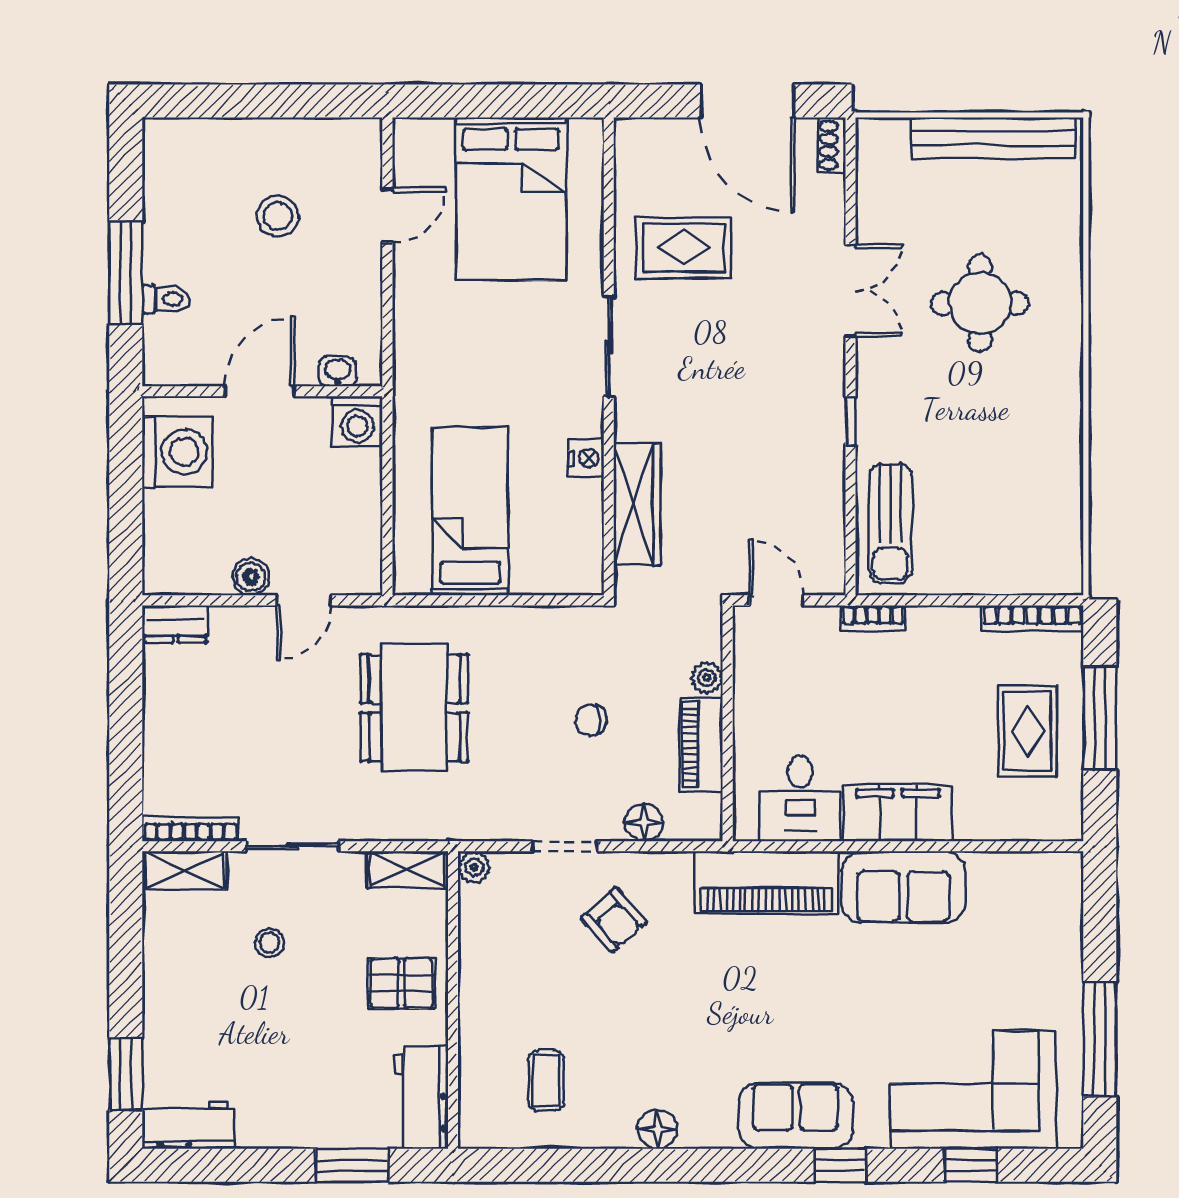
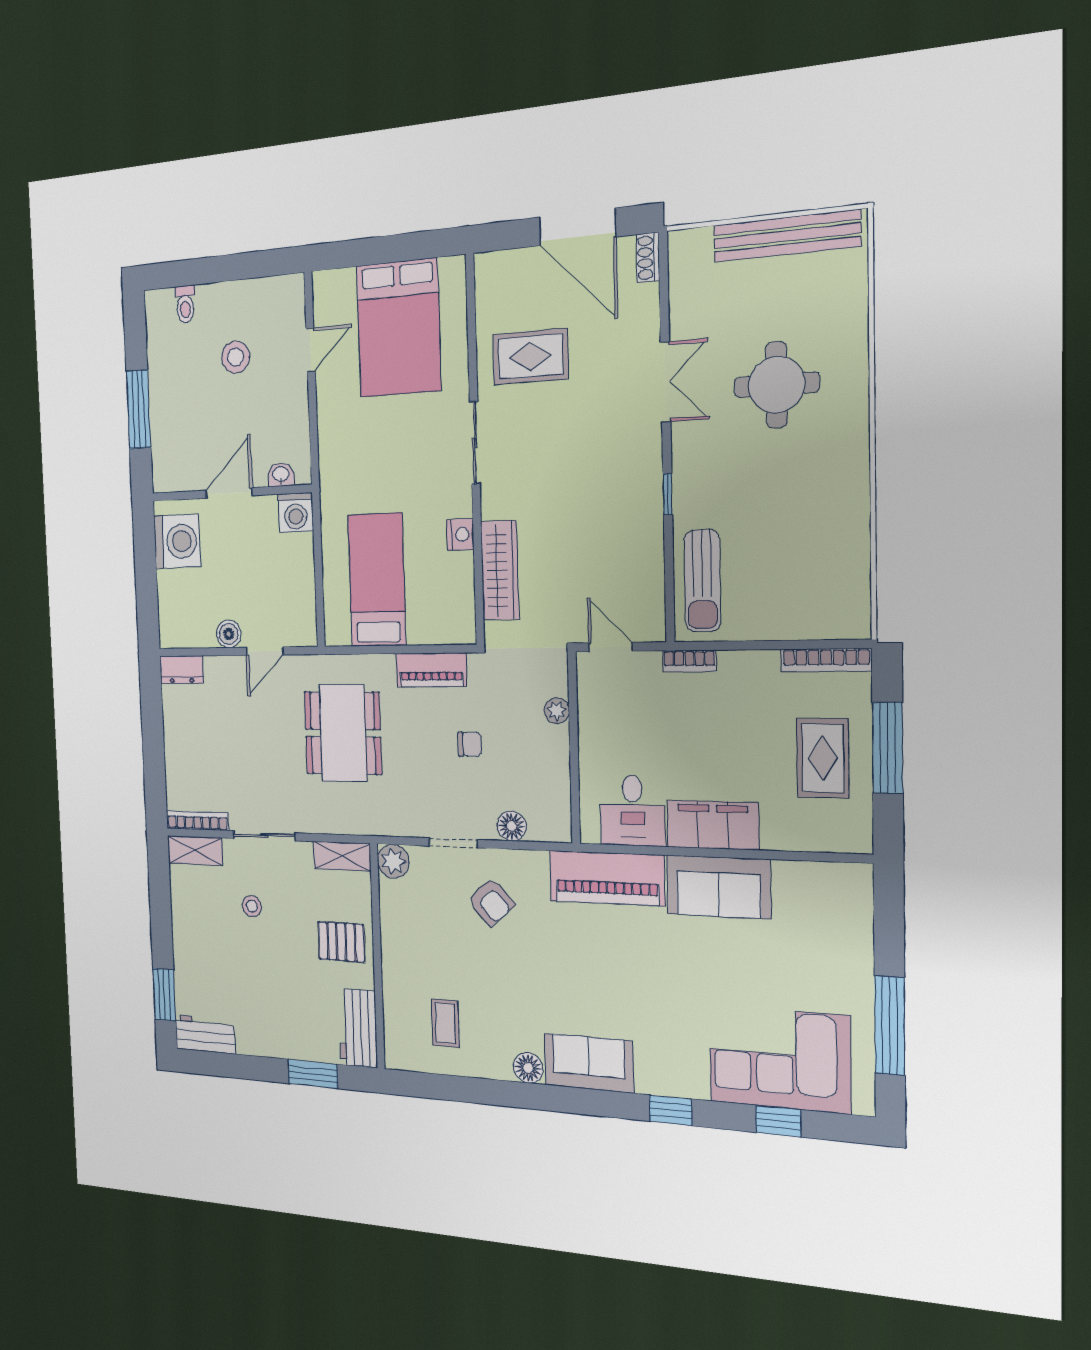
toilet: (166, 299) -> (185, 304), moved, turned 90
chair: (591, 720) -> (470, 744), turned 180
piano: (701, 744) -> (431, 670), moved, turned -90
plant: (474, 867) -> (393, 861), width x1.38, depth x1.38
sofa: (796, 1116) -> (589, 1063), moved

